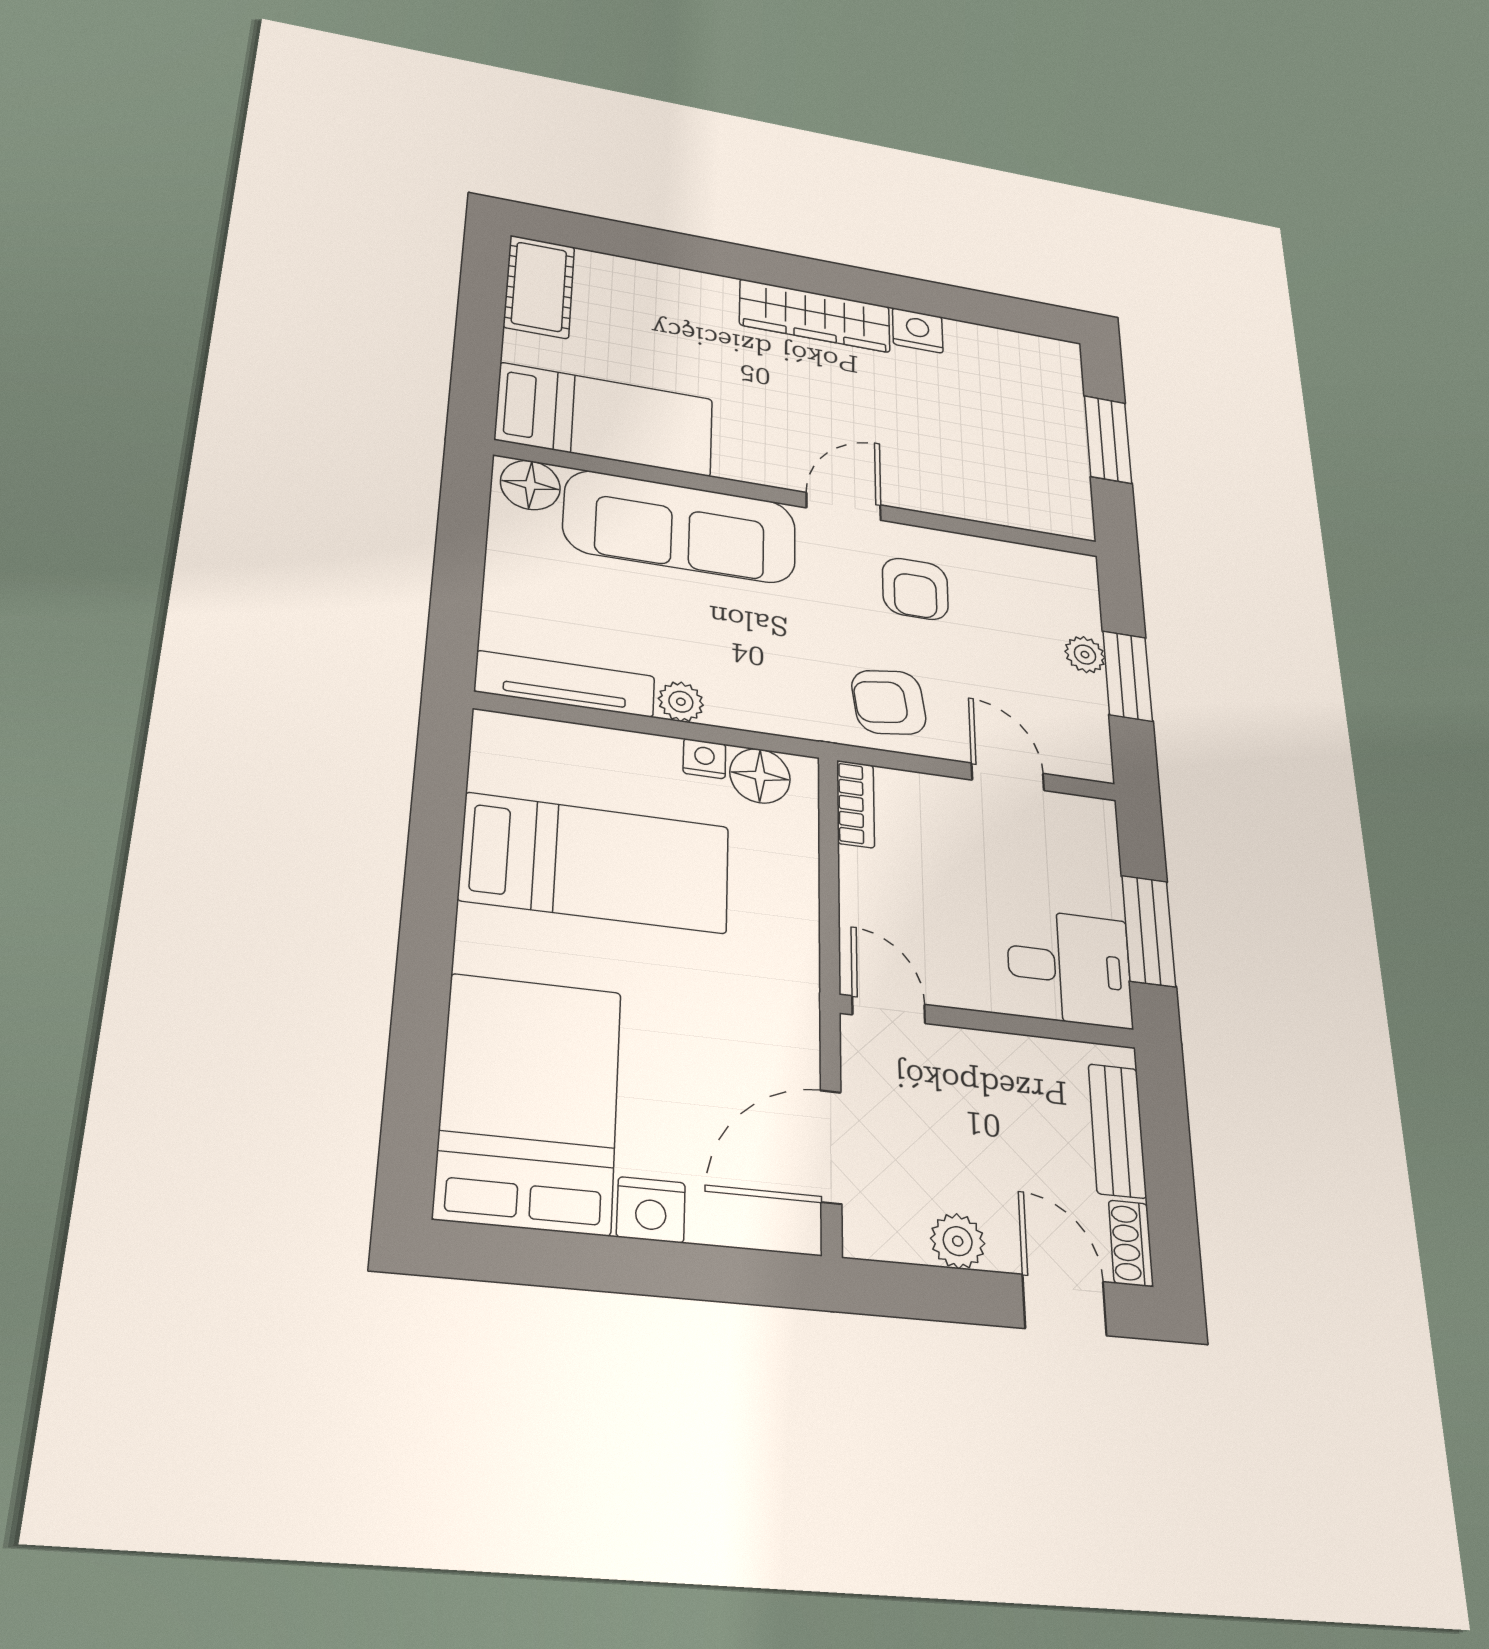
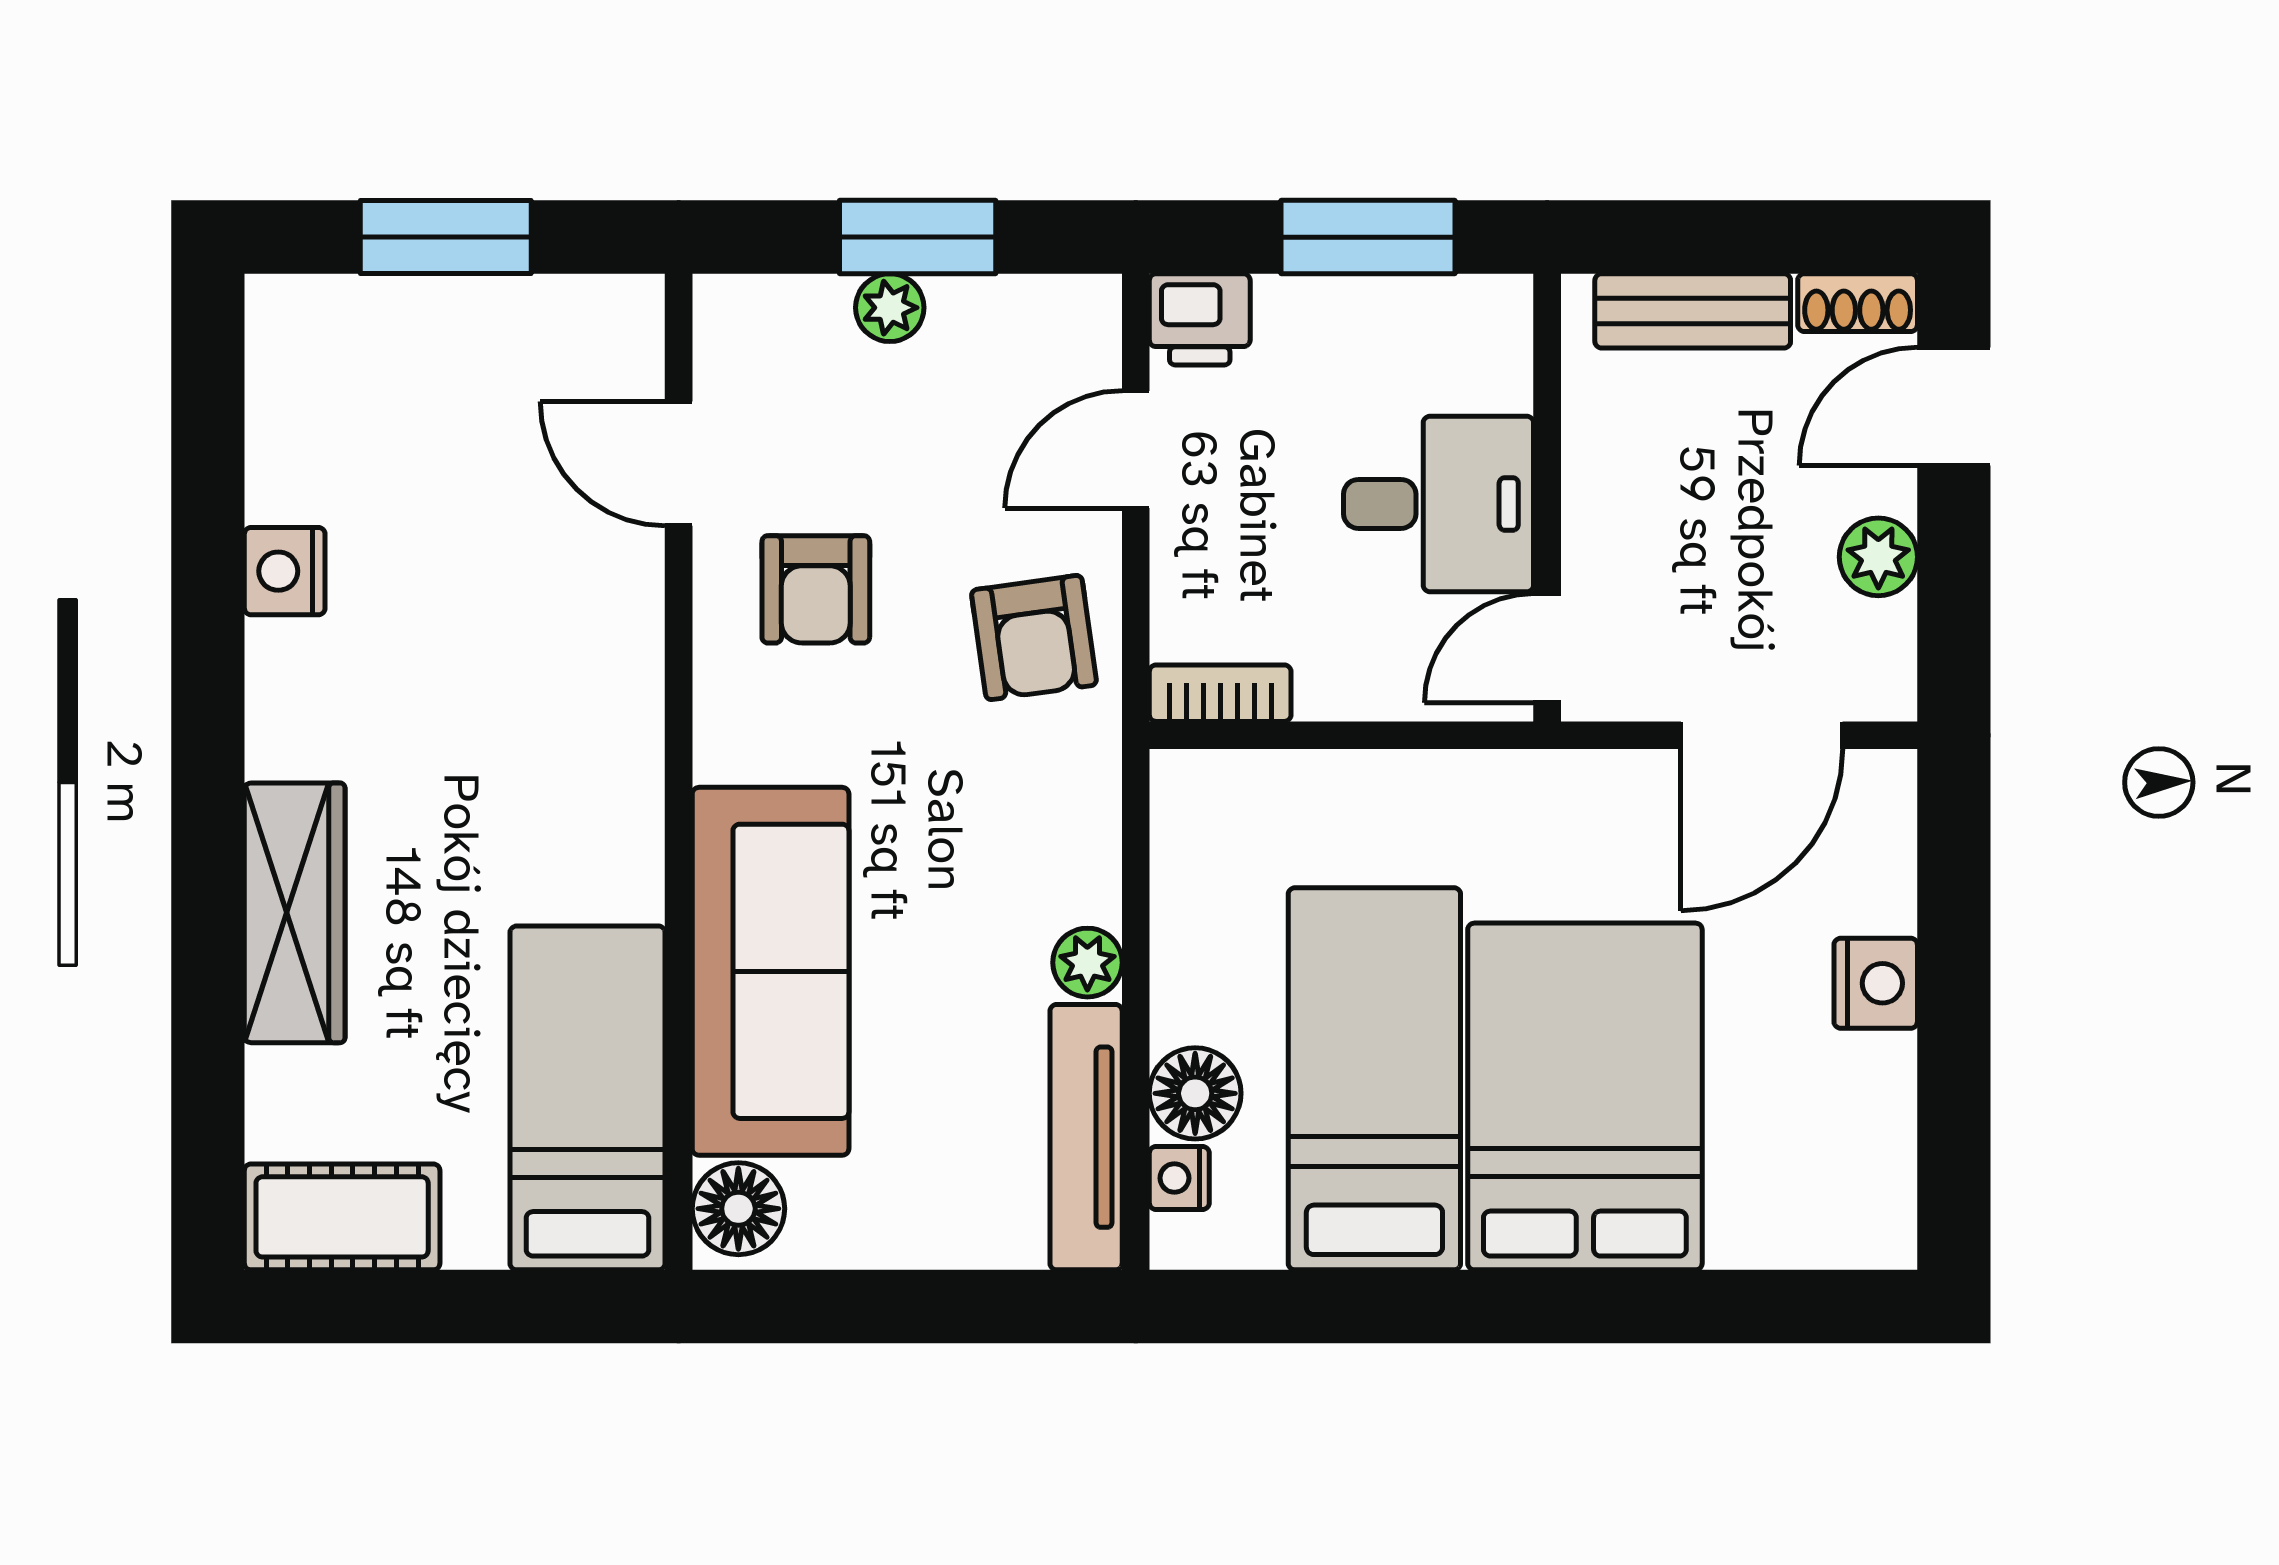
wardrobe: (815, 316) -> (295, 913), moved
door: (844, 506) -> (679, 464), moved
armchair: (915, 589) -> (816, 589), turned 90
nightstand: (704, 759) -> (1179, 1178), moved
floor lamp: (760, 776) -> (1195, 1093), moved
printer: (1090, 825) -> (1200, 319), added
desk: (1069, 968) -> (1439, 504), moved, turned 90
bed: (529, 1102) -> (1585, 1096), moved, turned 90
door: (831, 1147) -> (1762, 735), hinge flipped

